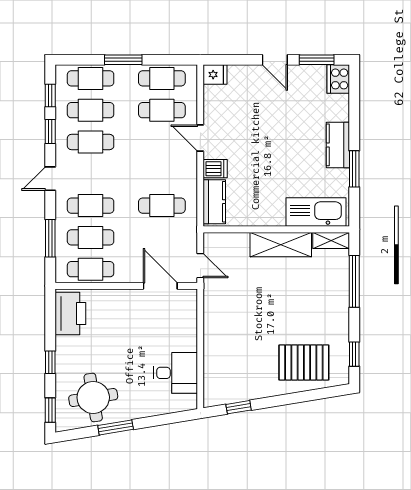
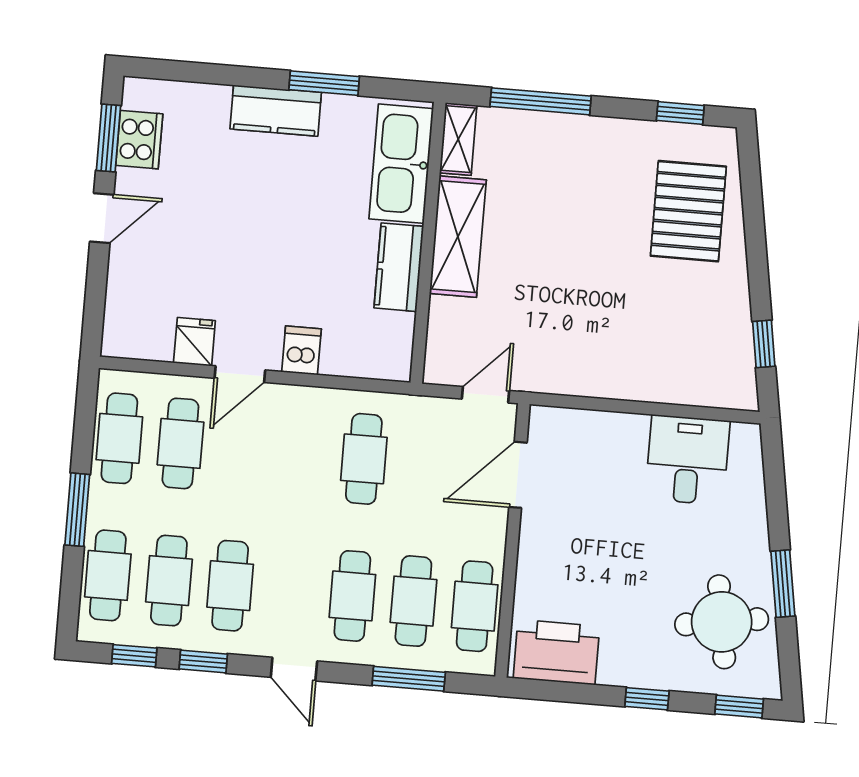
fridge: (215, 75) -> (194, 342), moved
cooker: (338, 79) -> (139, 140), moved, turned -90
kitchen counter: (214, 202) -> (399, 267), moved, turned -90

